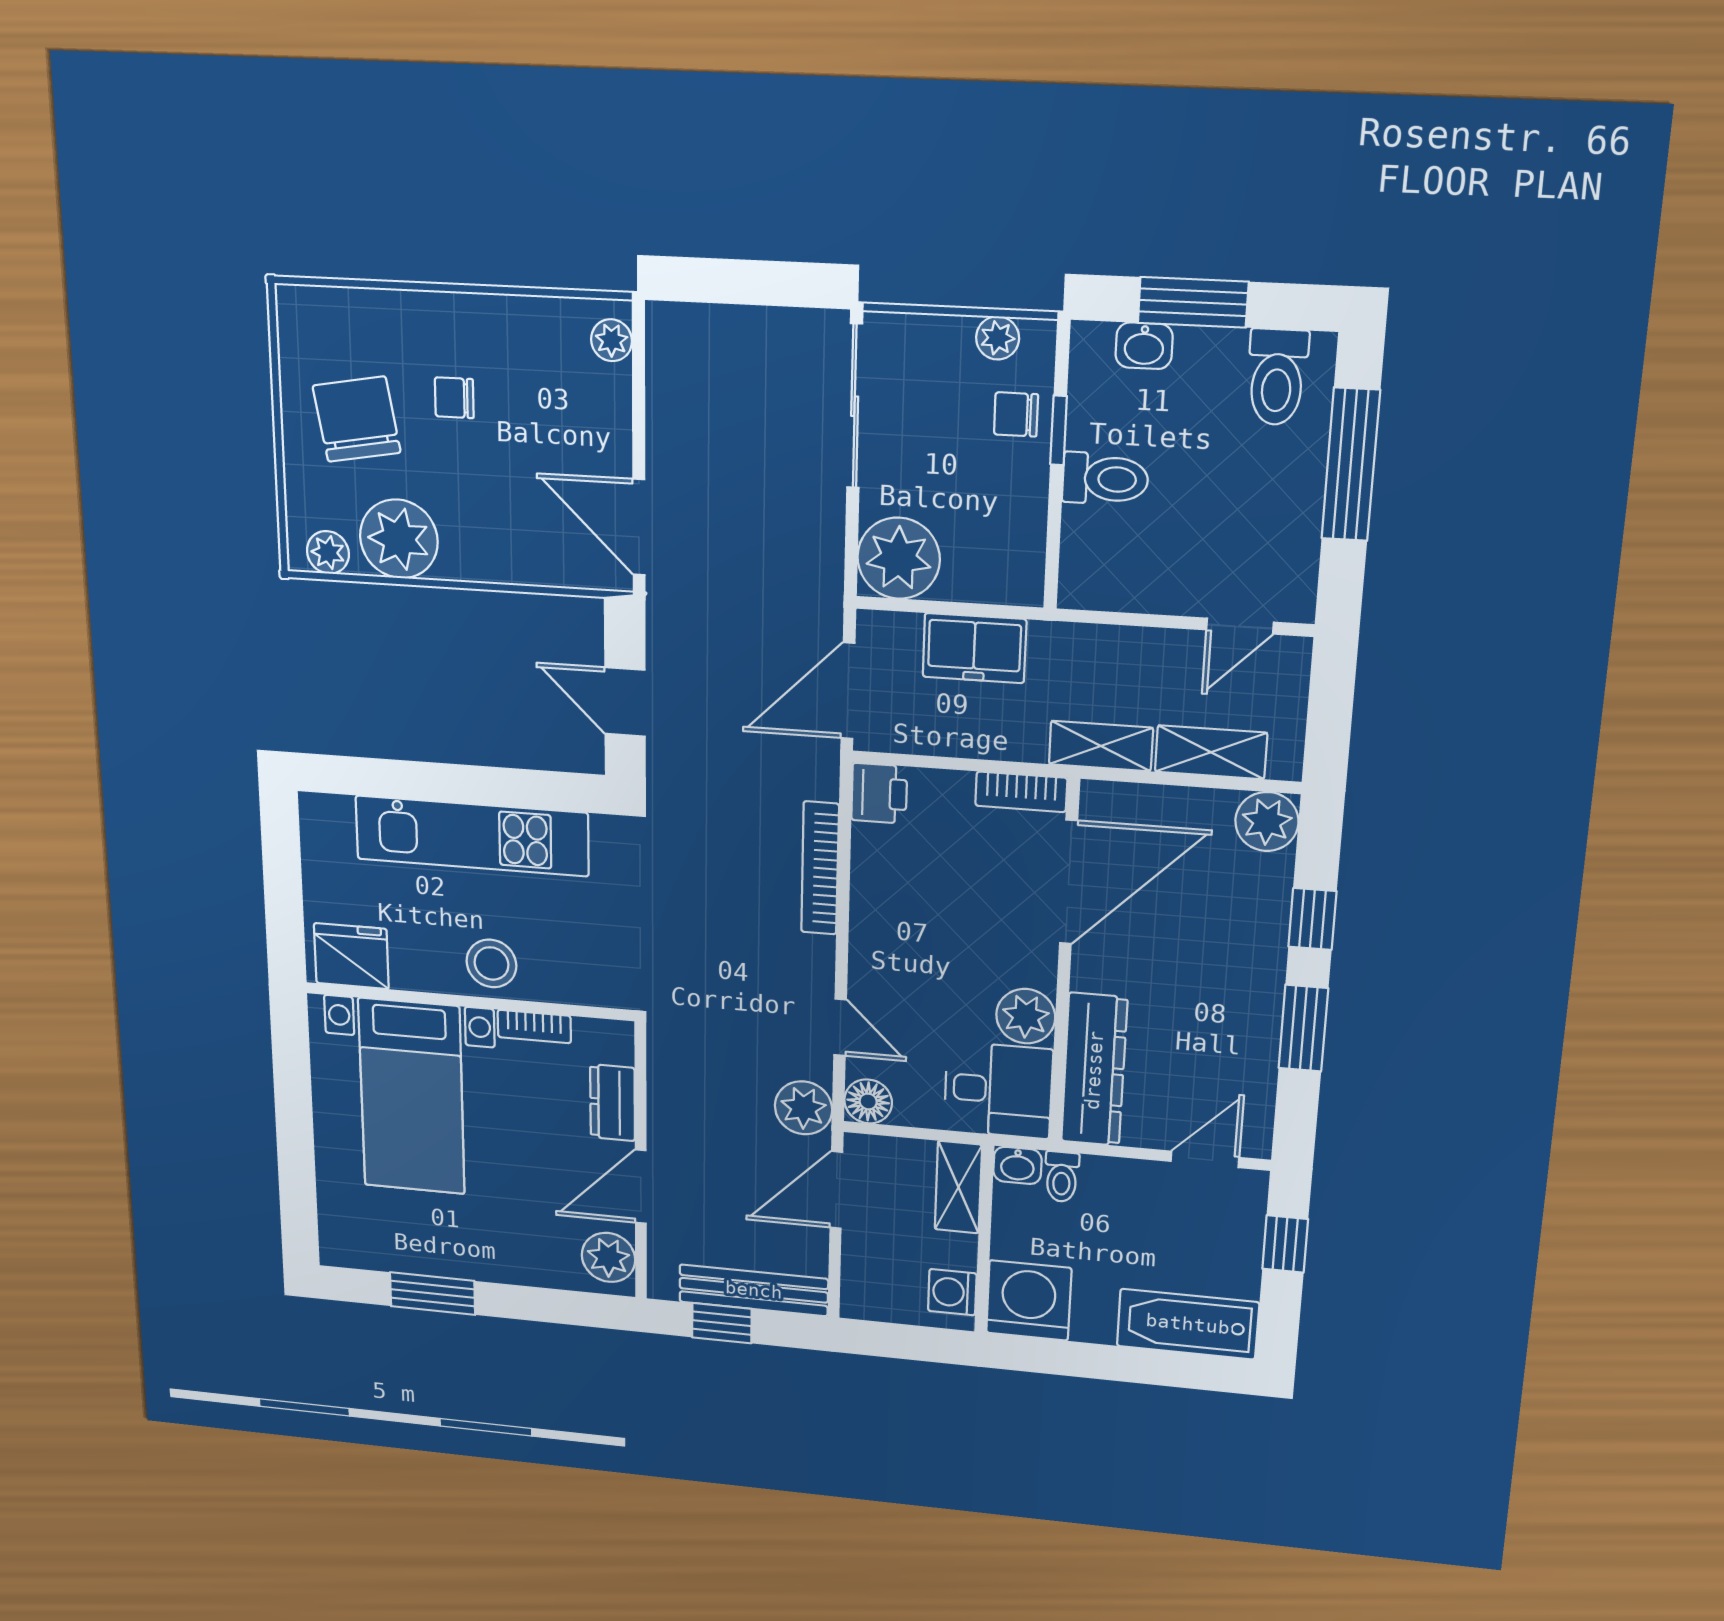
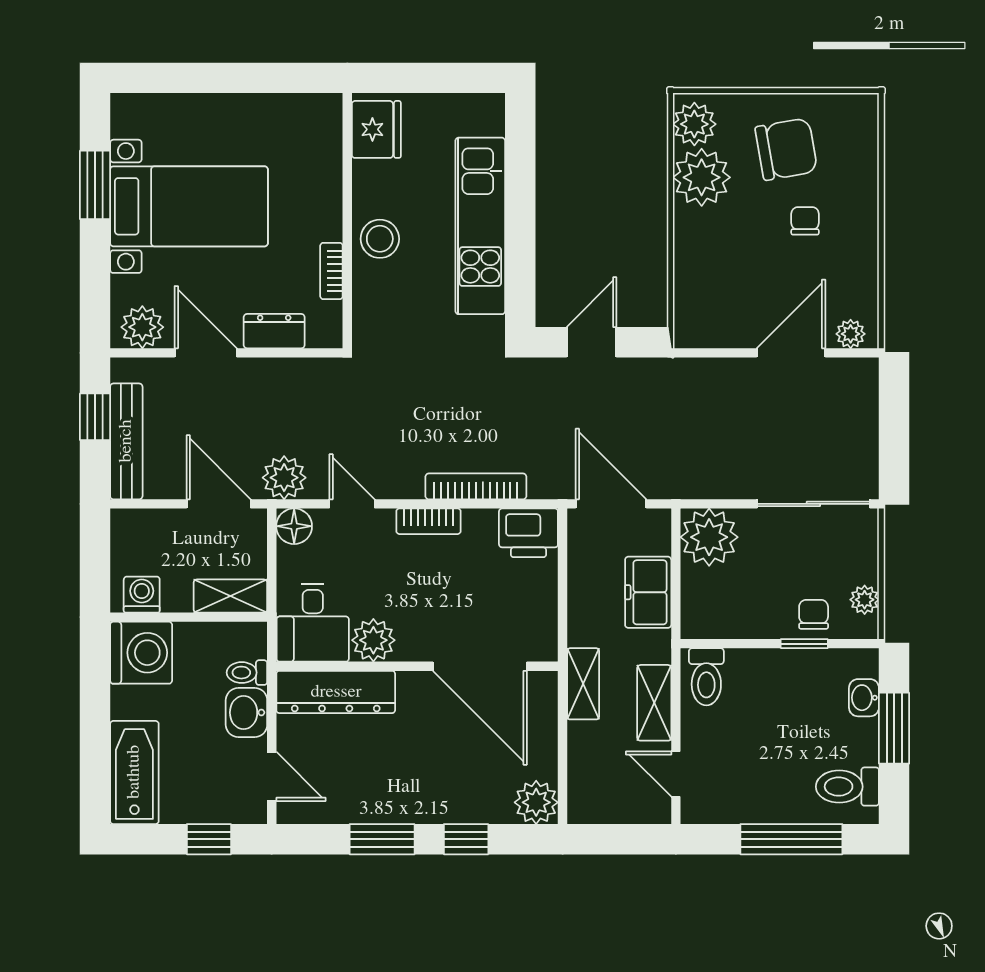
toilet: (1105, 479) -> (706, 677), moved
door: (639, 527) -> (791, 353), moved
plant: (328, 552) -> (694, 124), width x1.38, depth x1.38
shelving: (1211, 752) -> (654, 703), moved
bookcase: (1021, 792) -> (428, 521), moved, turned -90
printer: (879, 793) -> (528, 533), width x1.36, depth x1.24
door: (840, 1027) -> (352, 504), swing flipped
bed with nightstands: (412, 1097) -> (189, 206), moved, turned 180
washbasin: (1017, 1165) -> (246, 713), moved, width x1.38, depth x1.45

